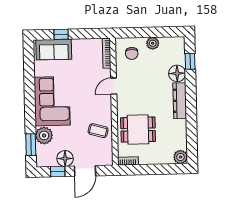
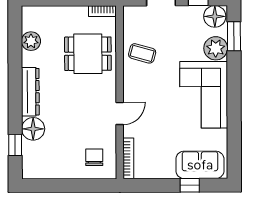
plant: (153, 43) -> (66, 170), removed
plant: (181, 157) -> (31, 41), moved
floor lamp: (65, 158) -> (215, 16), moved

